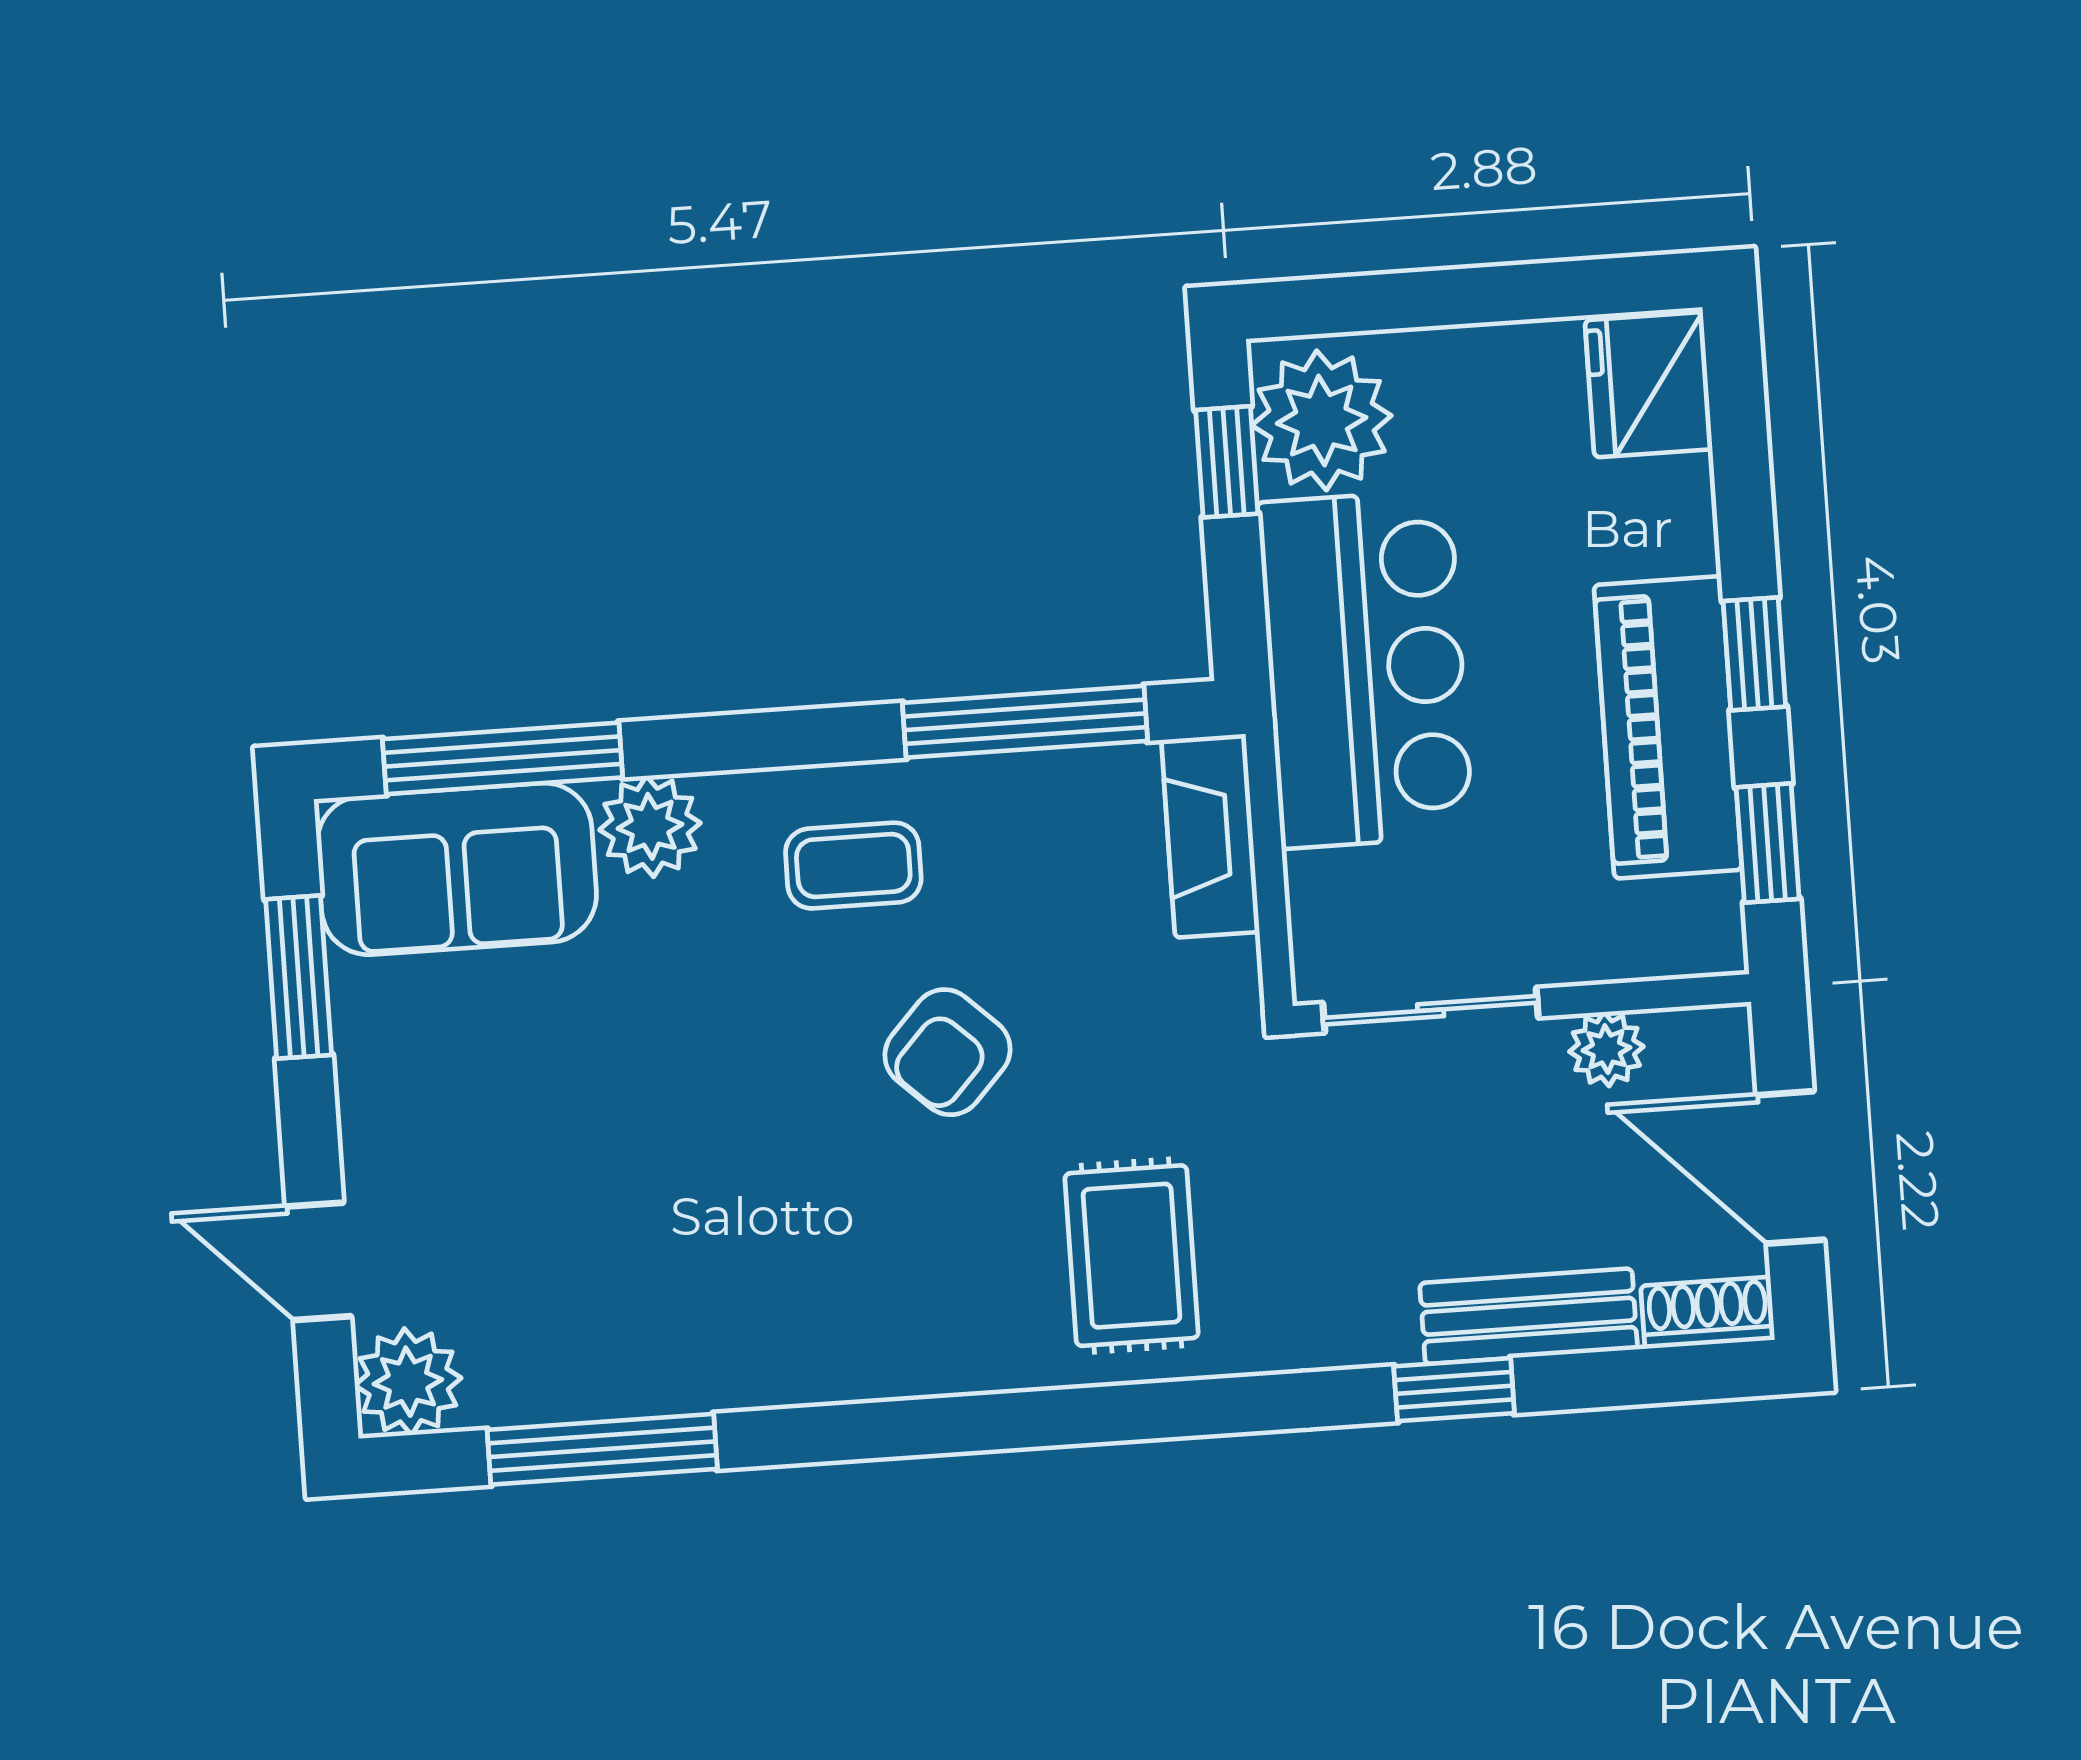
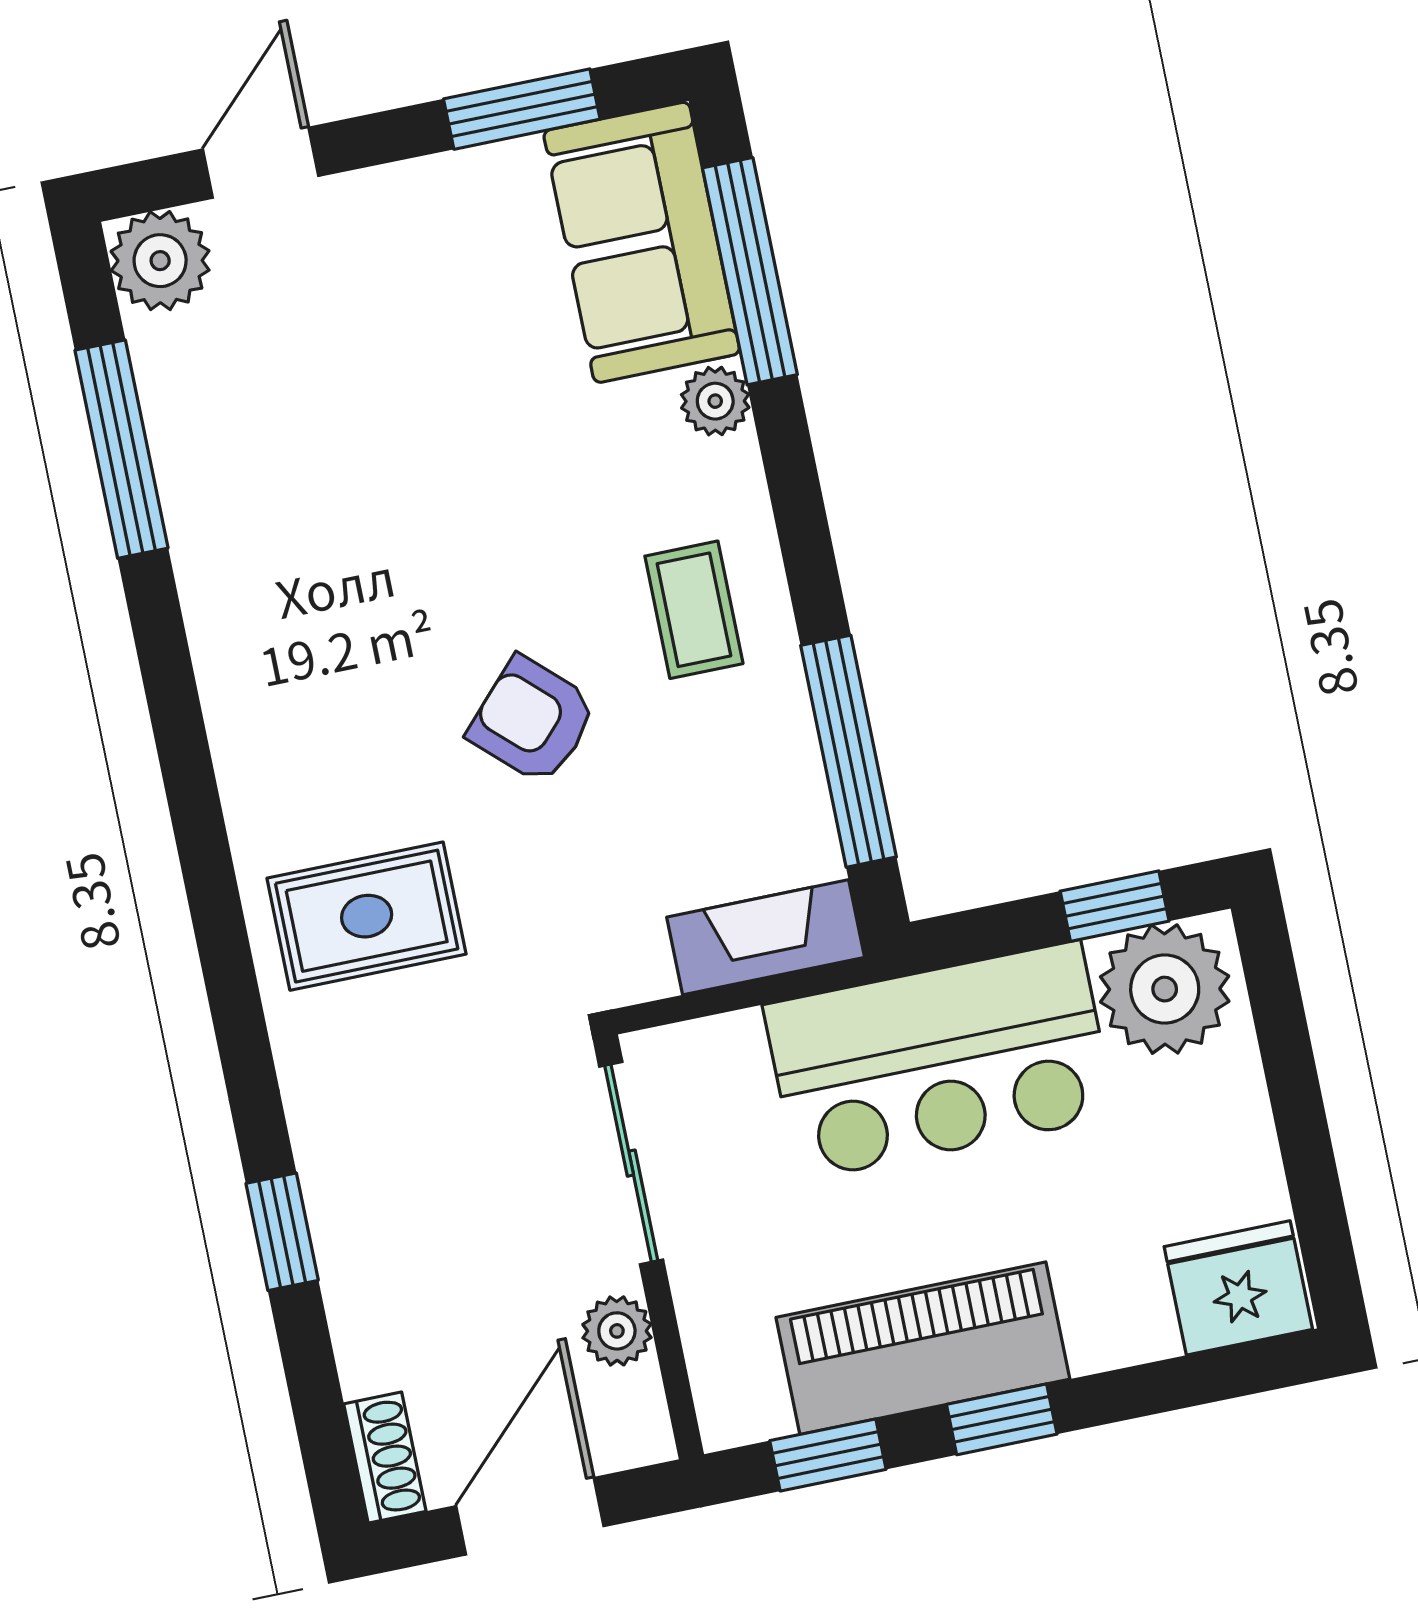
plant: (650, 826) -> (715, 401), width x0.73, depth x0.73
bench: (1529, 1316) -> (360, 1292), removed

